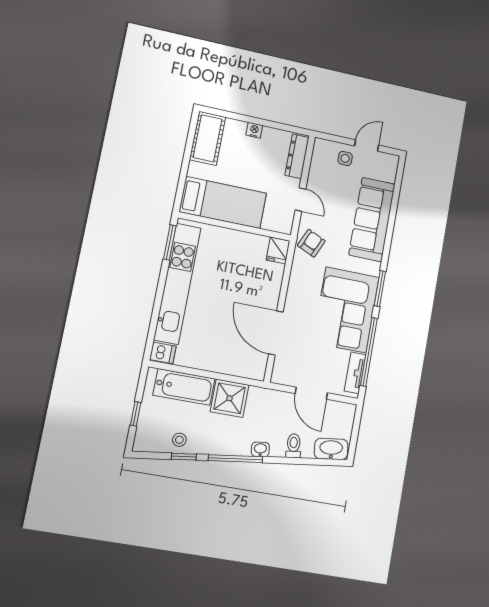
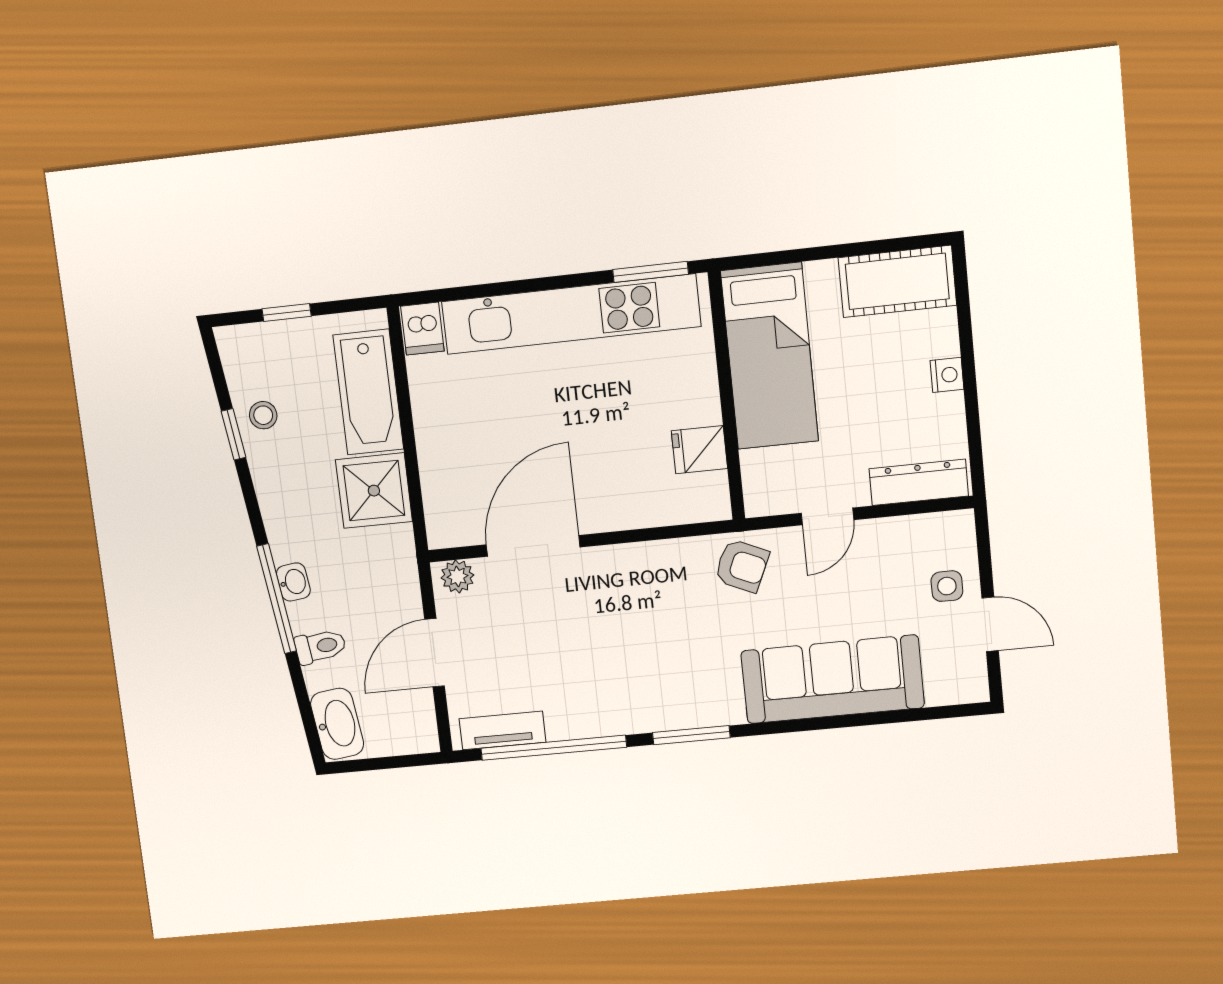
fridge: (278, 250) -> (699, 450), moved
corner sofa: (346, 310) -> (625, 677), removed
plant: (280, 372) -> (457, 576), added
window: (235, 459) -> (277, 599), moved

